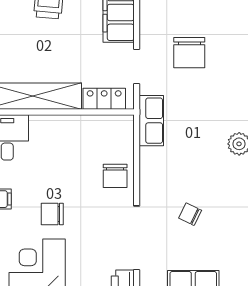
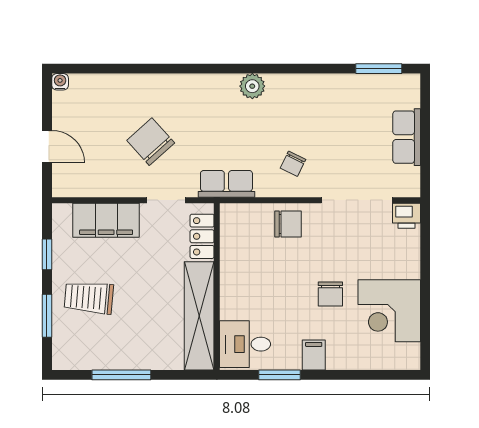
chair: (189, 53) -> (151, 142), turned -132
chair: (190, 214) -> (293, 164), moved

